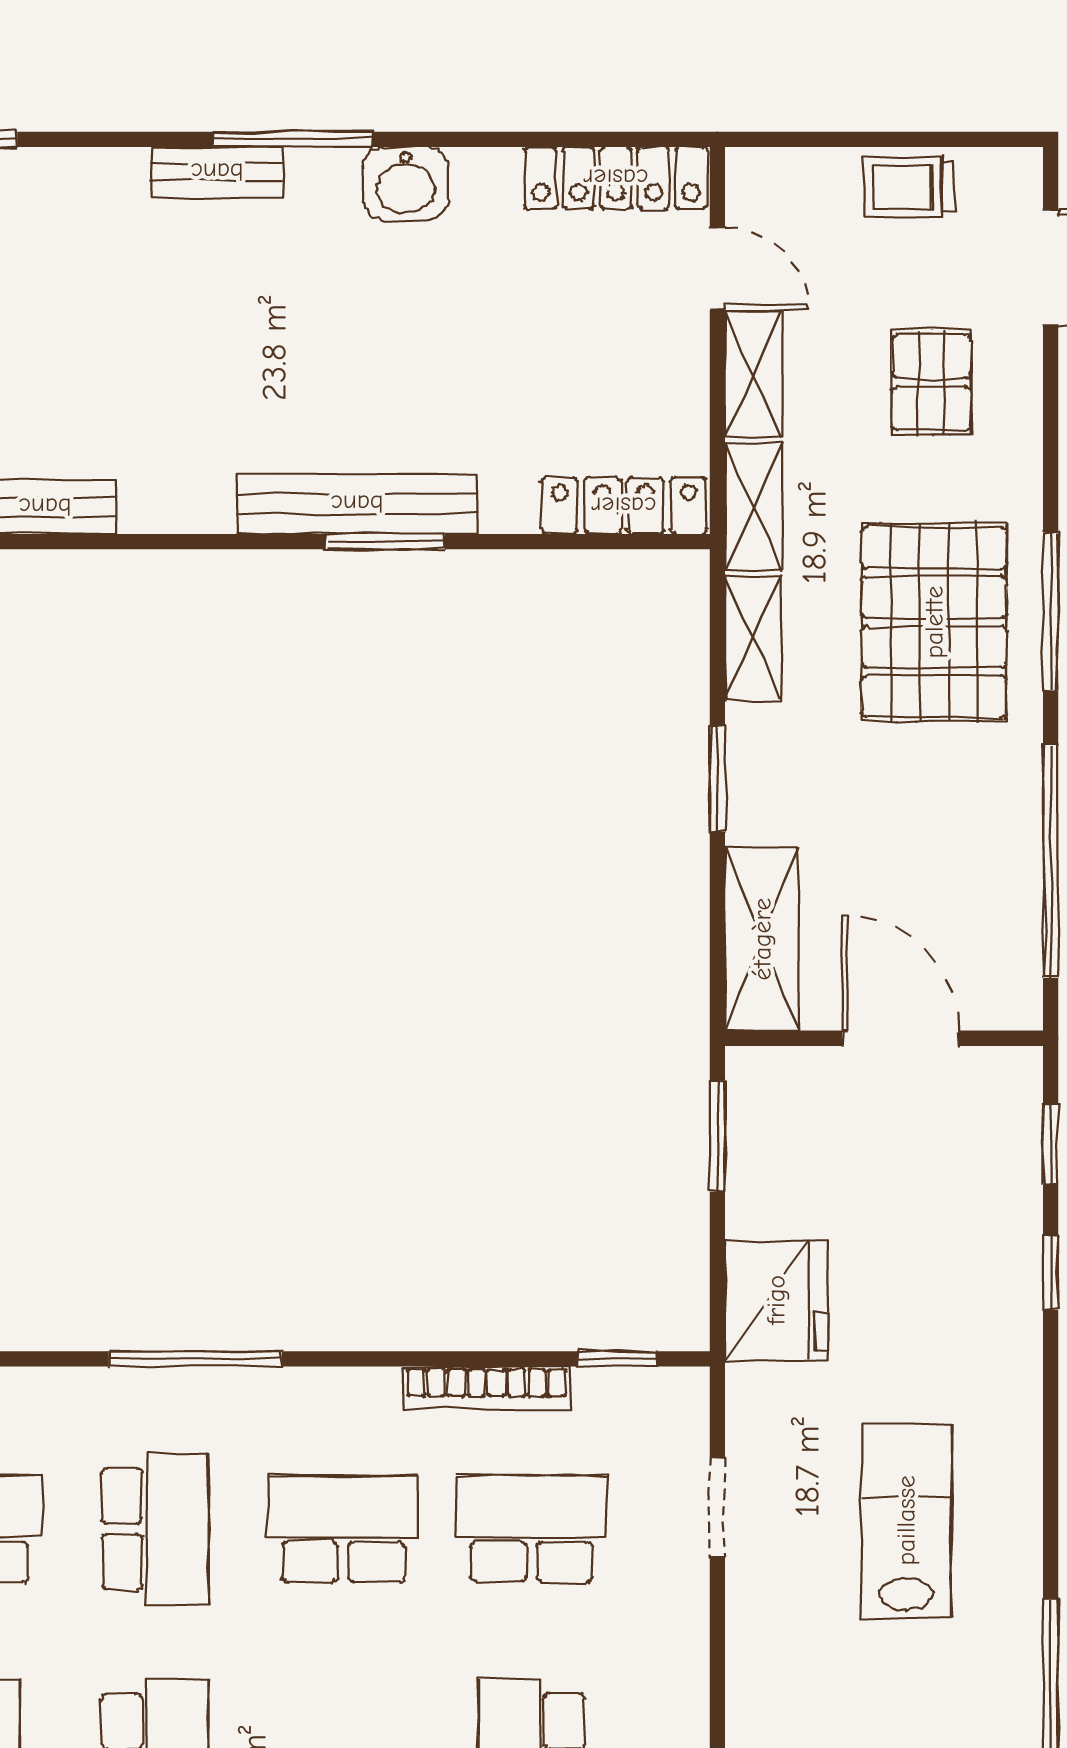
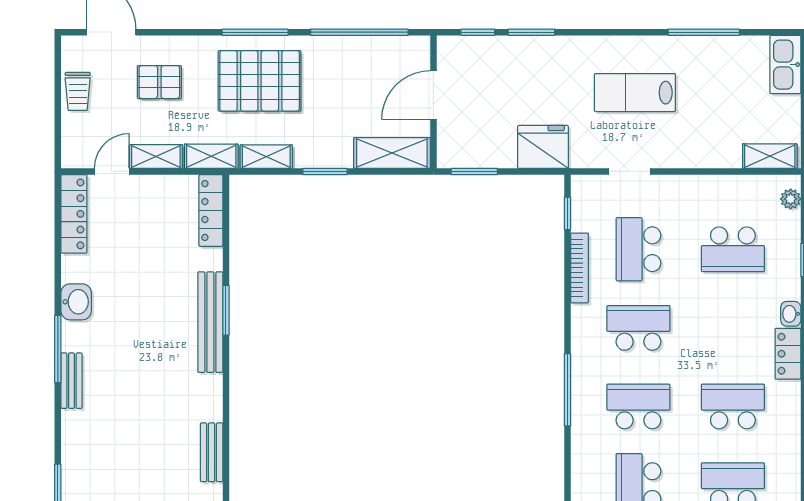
window: (1051, 1273) -> (531, 32), width x1.50
school desk: (343, 1529) -> (638, 328), turned 90

